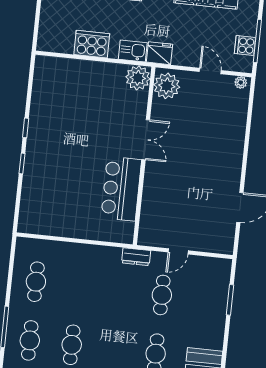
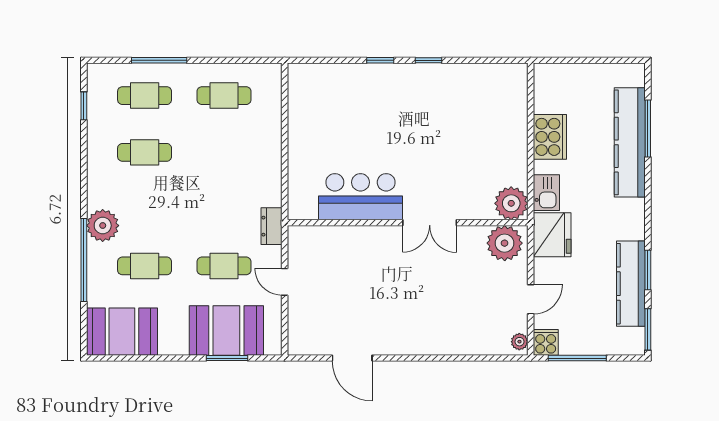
cooker: (245, 46) -> (546, 342), moved
fridge: (159, 53) -> (552, 235), width x1.36, depth x1.34
booth: (210, 298) -> (226, 331), added

